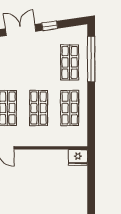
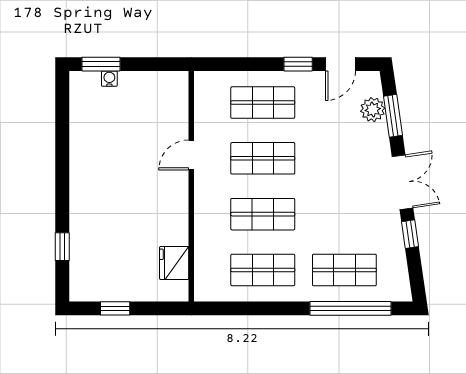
fridge: (78, 158) -> (174, 263), moved
window: (91, 190) -> (115, 308), added

